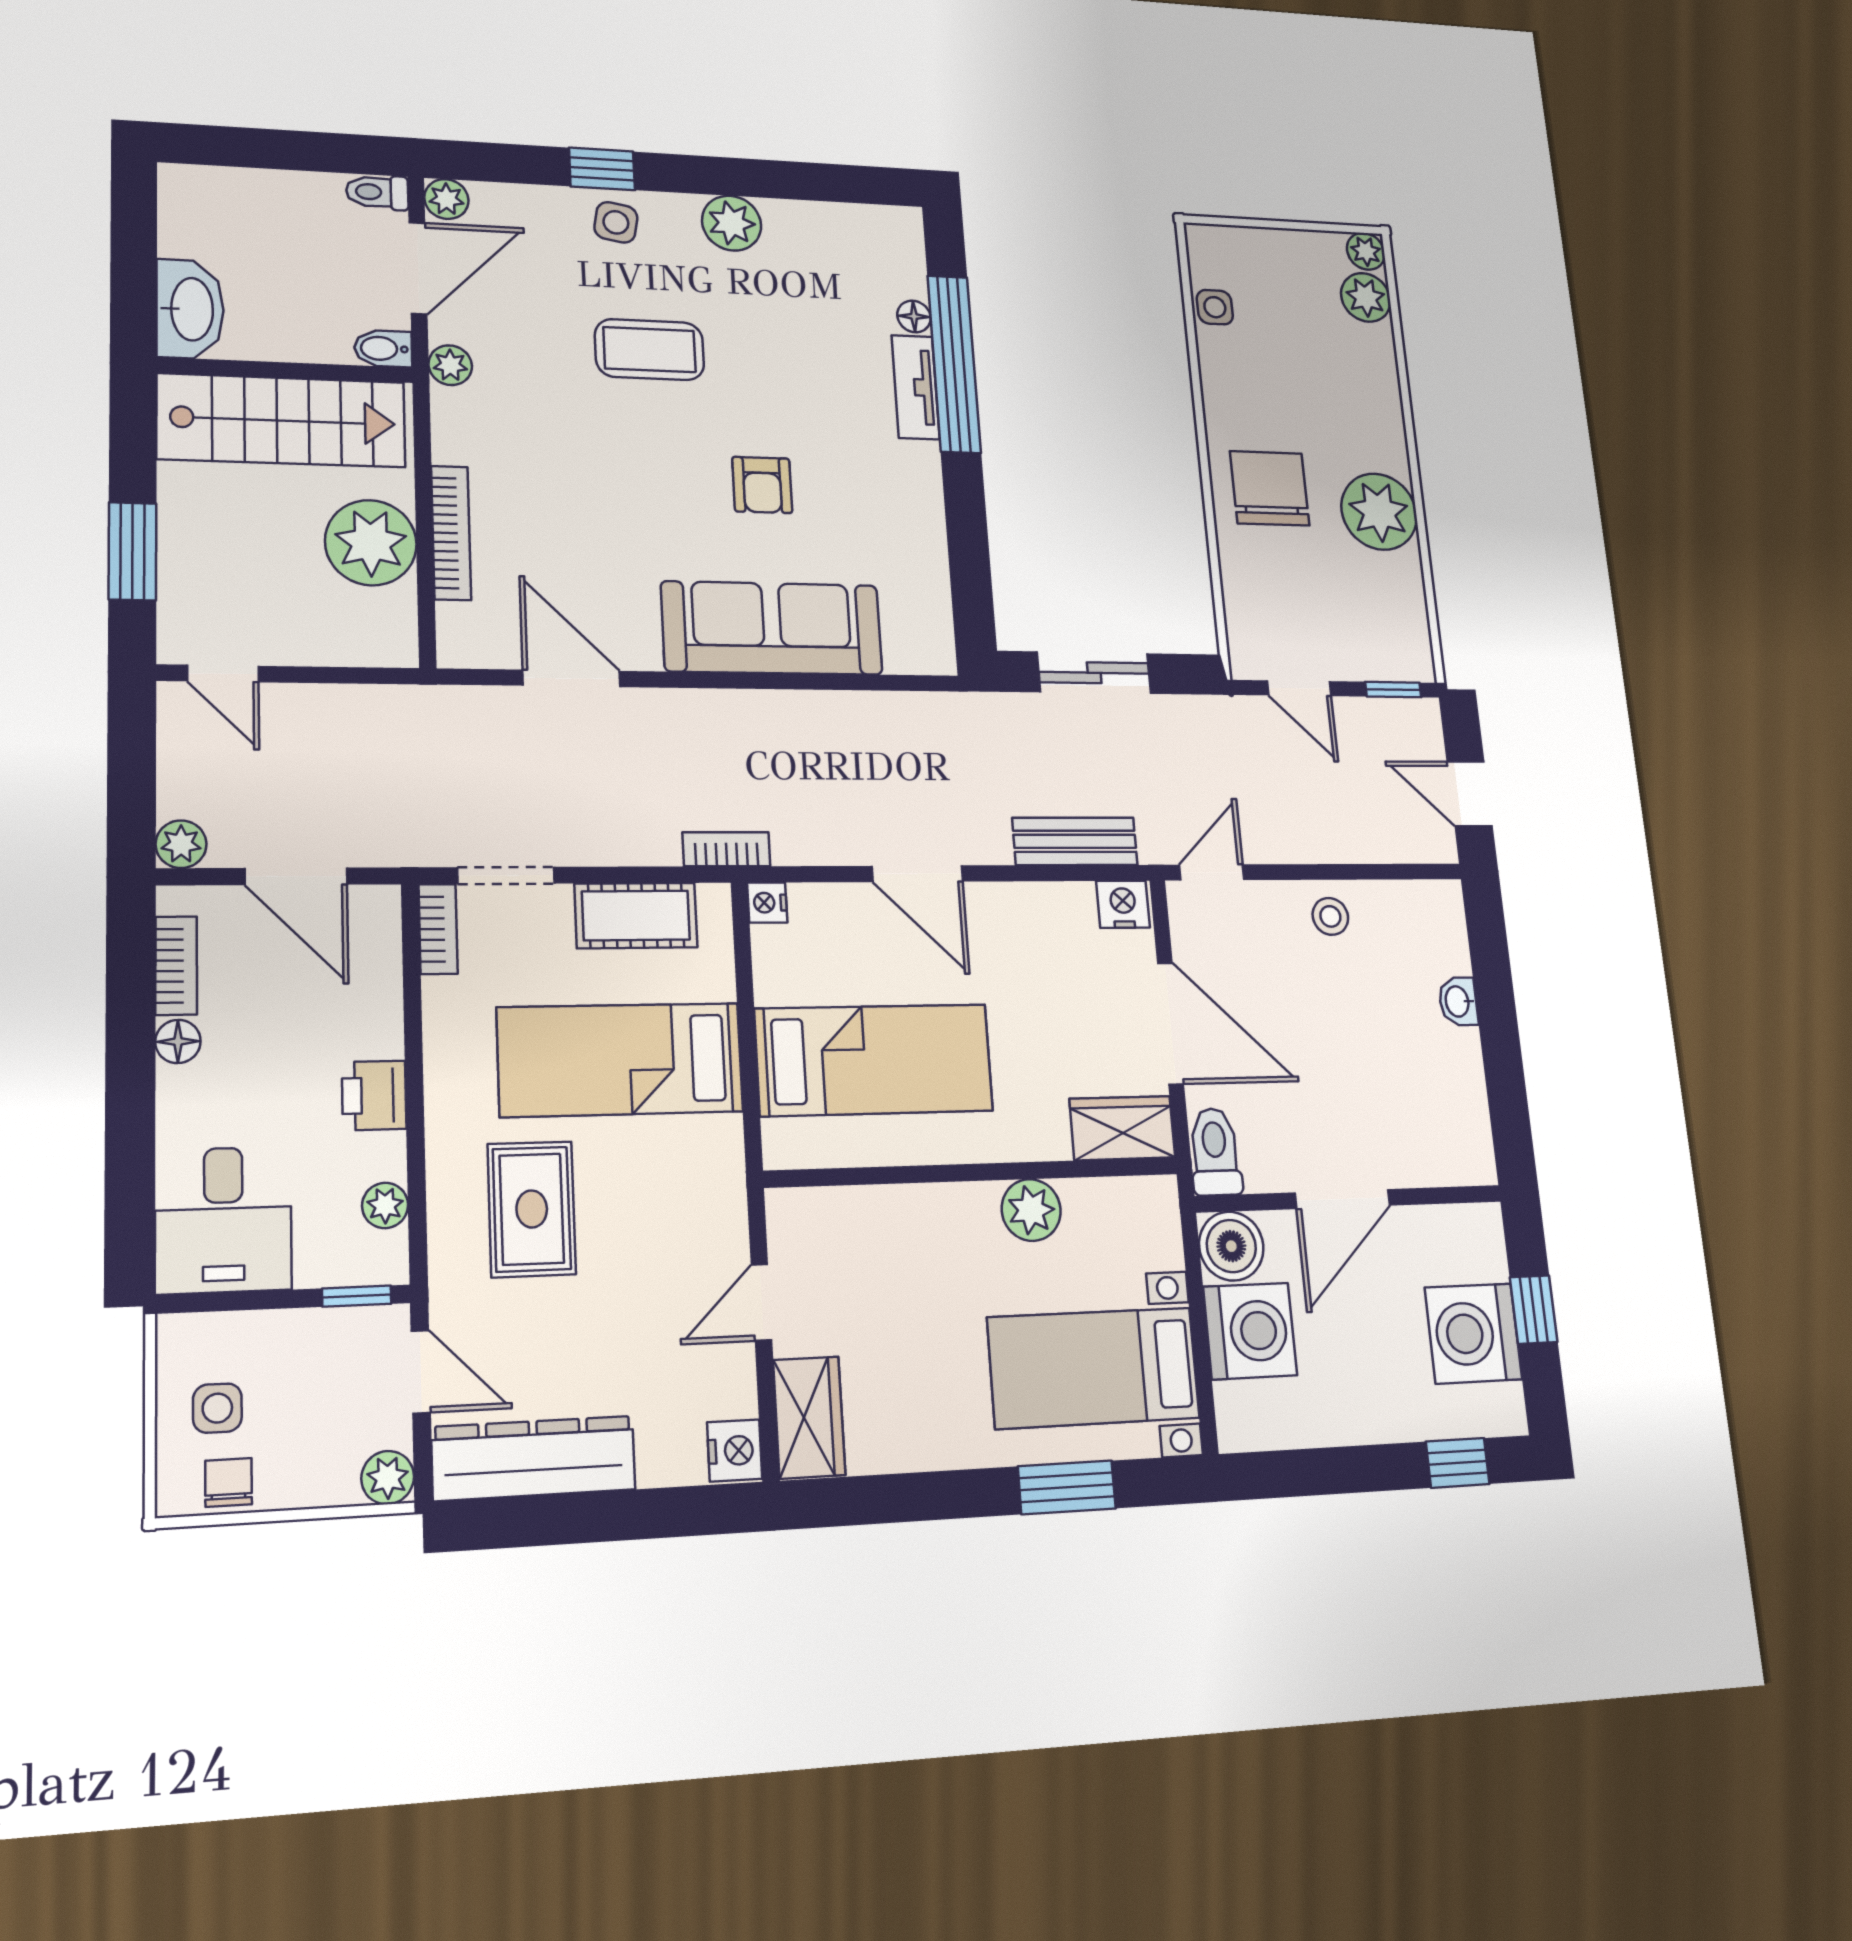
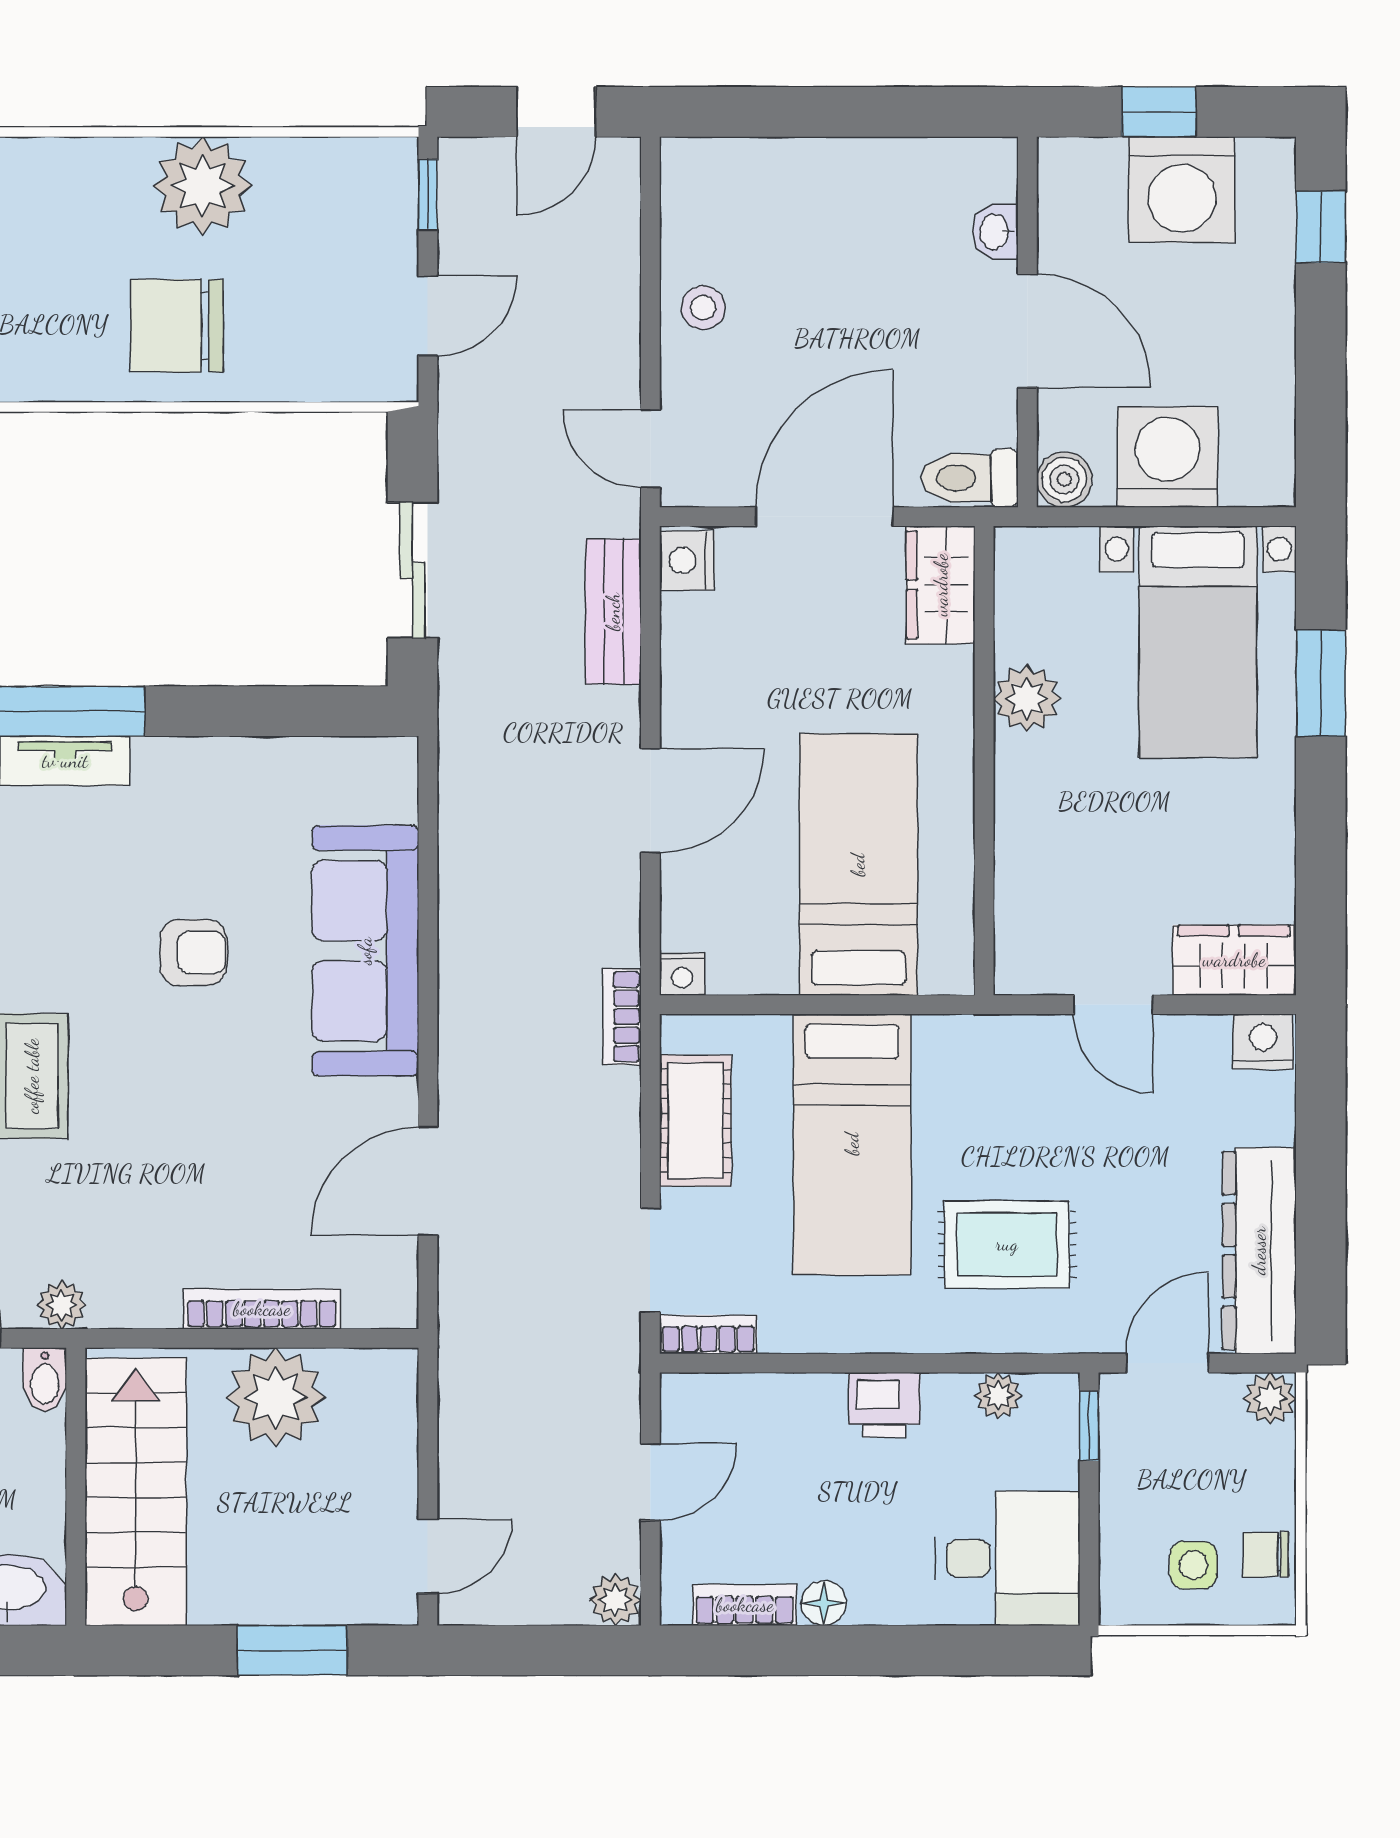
door: (296, 876) -> (650, 1482), width x0.73
washbasin: (1458, 1001) -> (995, 232), moved, turned 90
boiler: (1231, 1246) -> (1064, 480), width x0.73, depth x0.73

